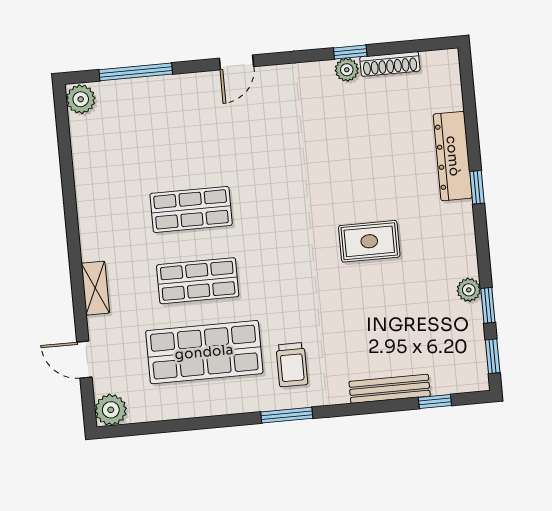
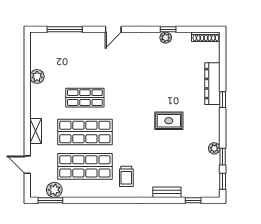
shoe rack: (390, 64) -> (206, 37), moved
plant: (81, 99) -> (37, 77), moved
shop shelf: (198, 281) -> (85, 132), width x1.43, depth x1.36
bench: (390, 389) -> (167, 192), width x0.73
plant: (111, 410) -> (54, 190), moved
window: (287, 415) -> (50, 200), moved

